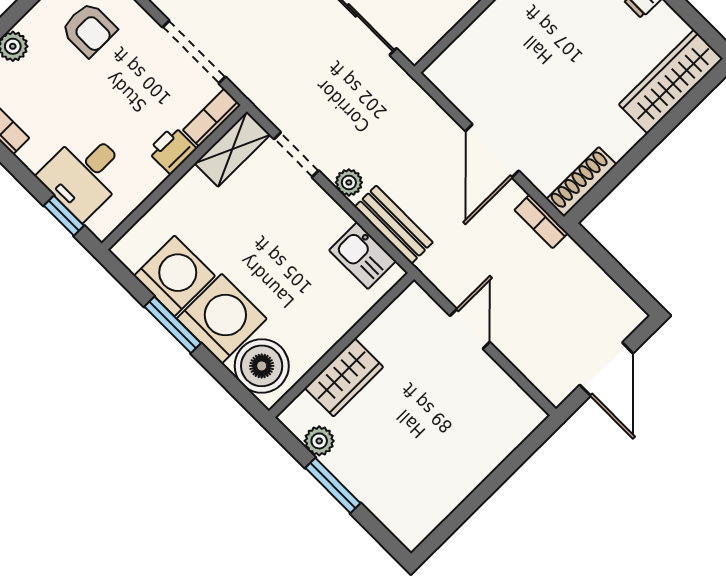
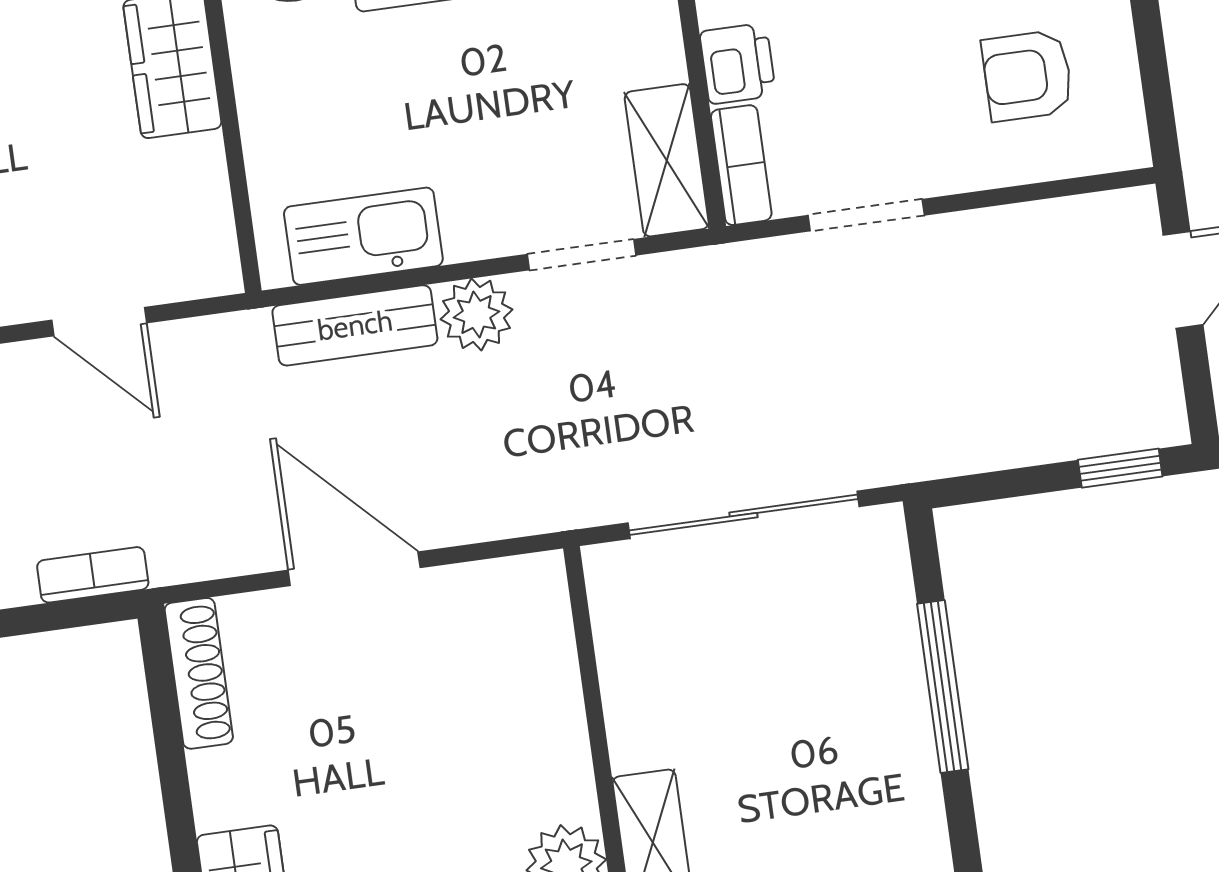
doorway: (194, 52) -> (866, 215), width x0.73
plant: (349, 182) -> (476, 314), width x1.38, depth x1.38
bookcase: (541, 222) -> (93, 575), moved
kitchen sink: (363, 256) -> (363, 236), width x1.38

